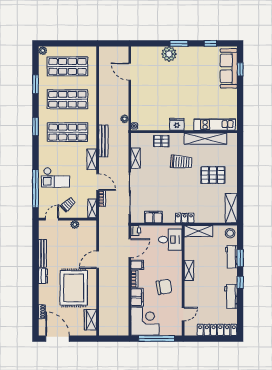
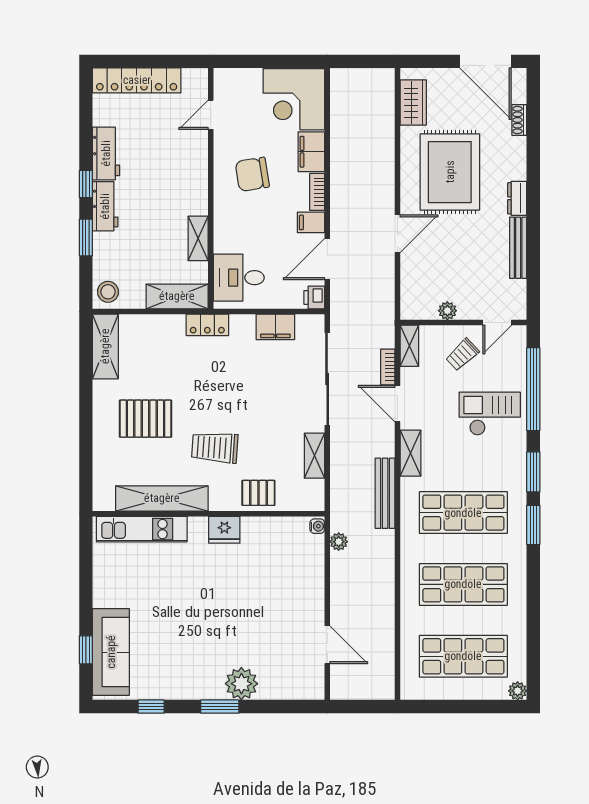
window: (35, 84) -> (533, 472), moved
workbench: (231, 257) -> (105, 206), moved
shelving: (189, 271) -> (198, 238), moved
window: (157, 339) -> (269, 61), removed

